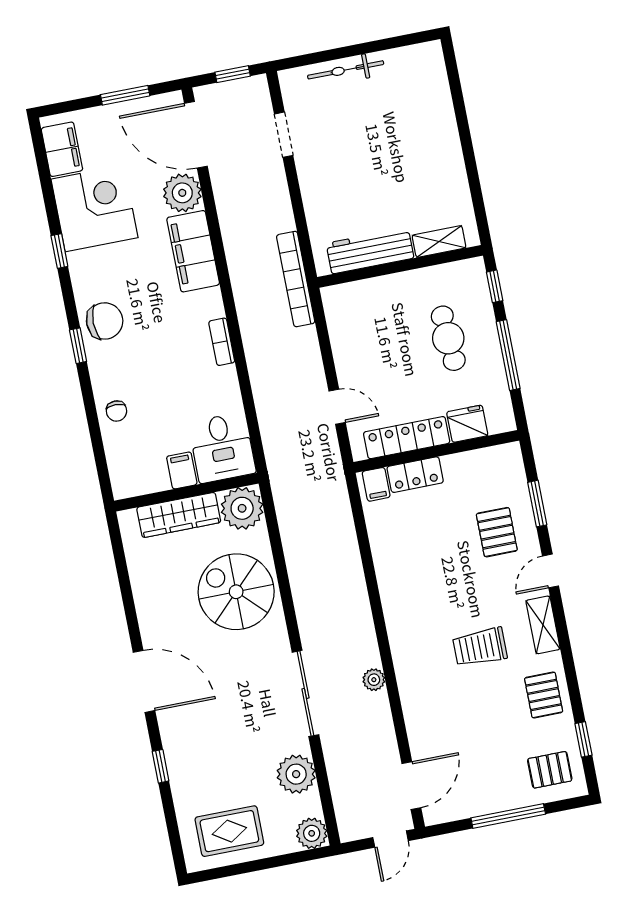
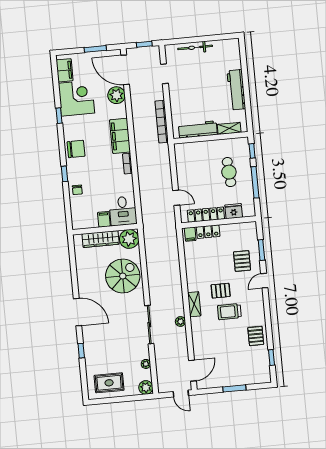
workbench: (446, 154) -> (236, 90), added
filing cabinet: (193, 251) -> (120, 136), moved
bookcase: (296, 279) -> (162, 122), moved
window: (78, 346) -> (64, 174), moved
spiral stairs: (236, 592) -> (123, 276), turned 90
shelving: (543, 625) -> (194, 304), moved
pallet: (550, 770) -> (221, 291), moved
plant: (296, 774) -> (146, 364), width x0.53, depth x0.53
window: (508, 816) -> (234, 388), width x0.69
door: (391, 839) -> (181, 394), hinge flipped

